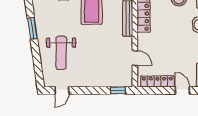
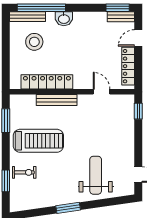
weight bench: (61, 53) -> (96, 175), turned -90
door: (135, 58) -> (102, 92), hinge flipped

